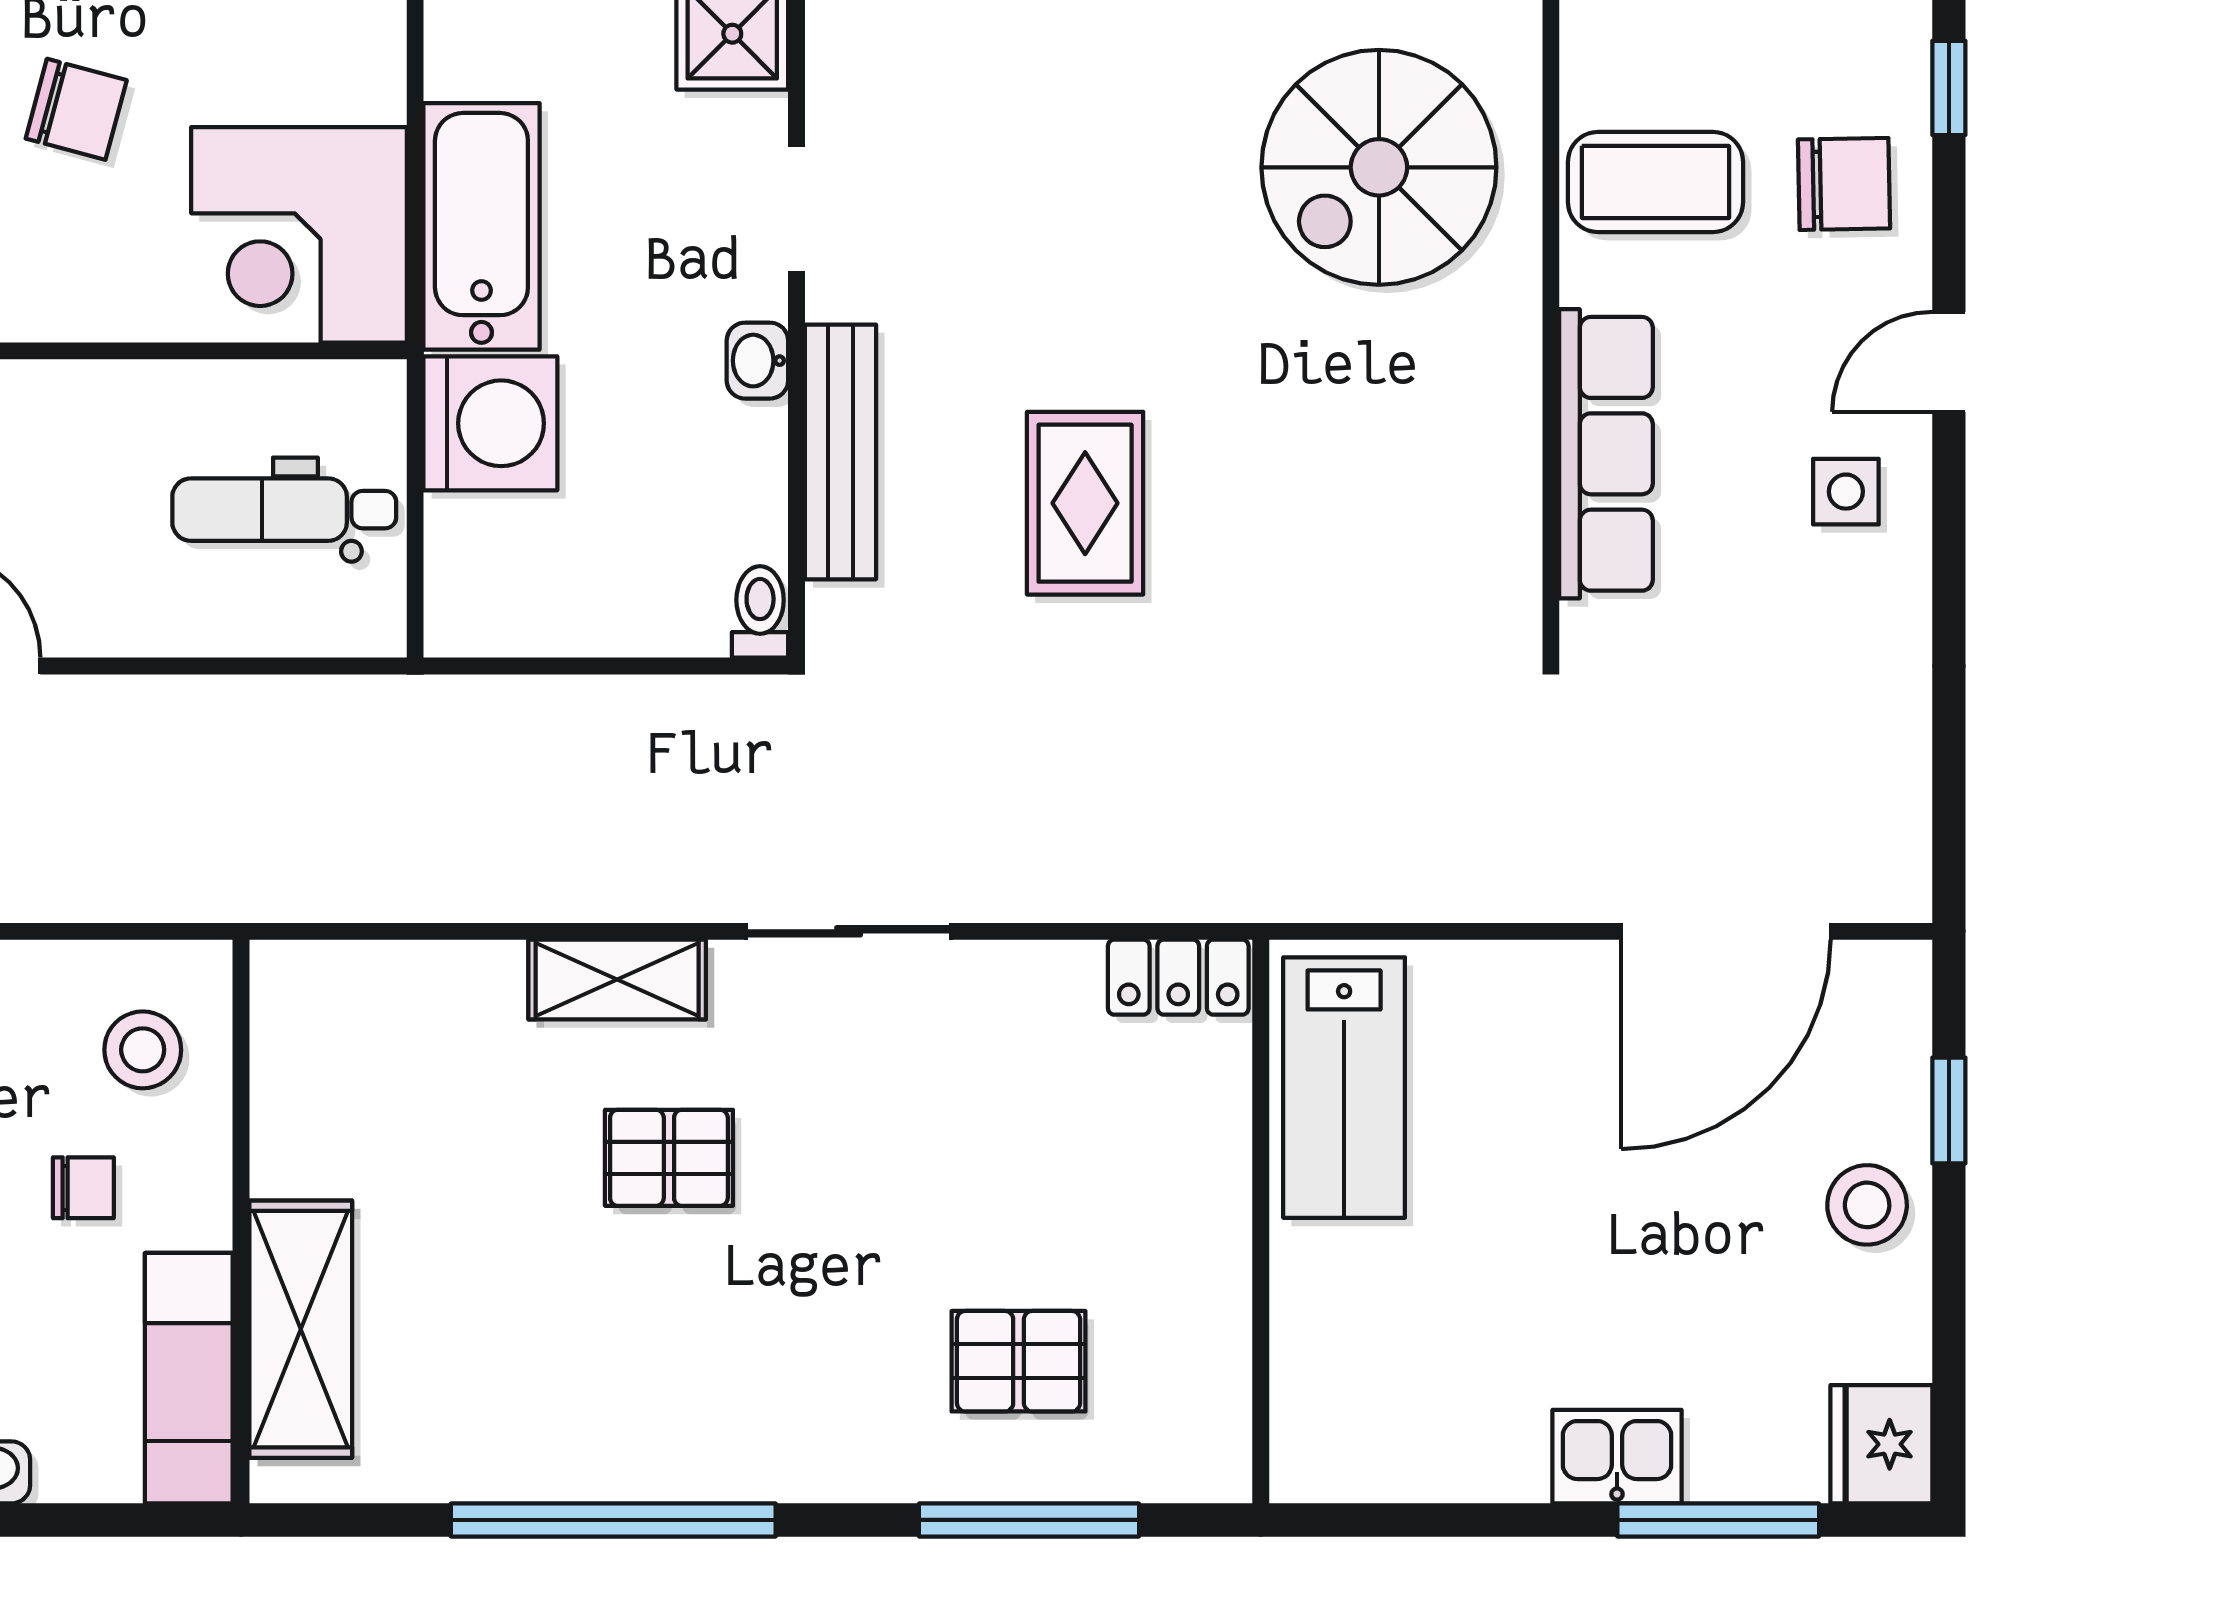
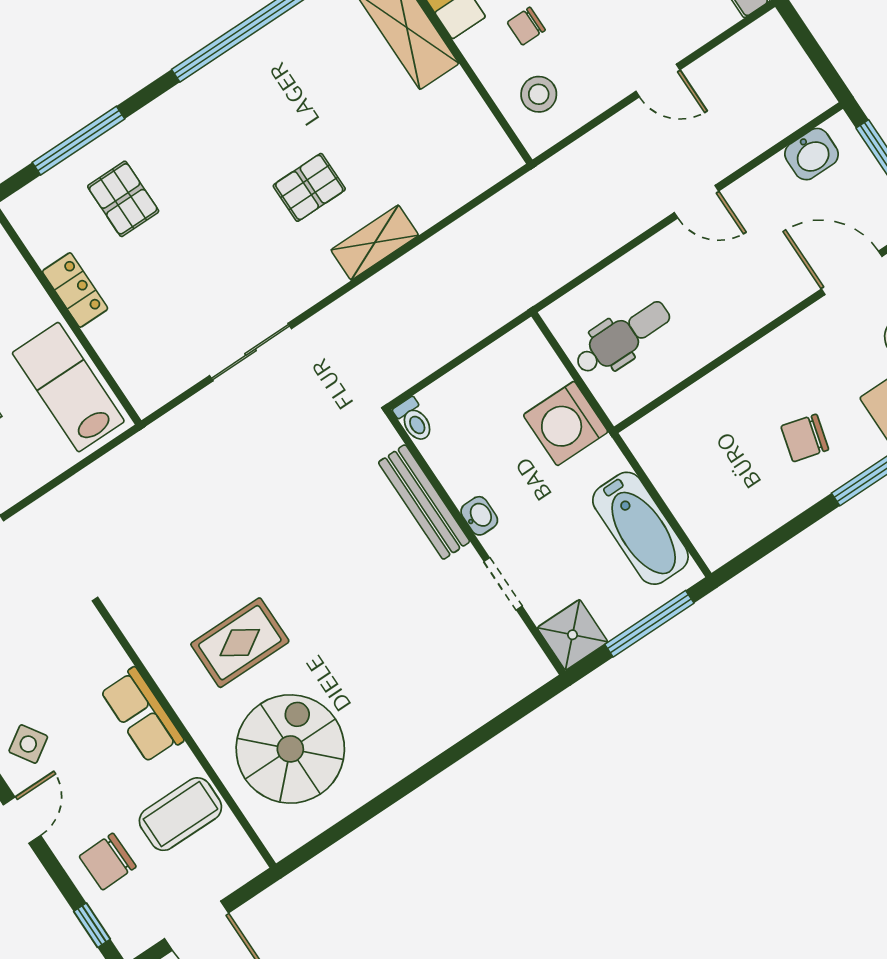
bathtub: (481, 226) -> (640, 528), moved
corner desk: (299, 235) -> (687, 447), removed
row of seats: (1606, 454) -> (142, 715), width x0.68
side table: (1846, 492) -> (28, 744), turned -33
rug: (1085, 503) -> (240, 643), moved, turned 90
sliding door: (849, 931) -> (250, 352), moved
locker: (1178, 977) -> (75, 290), moved, turned 90
pallet: (1019, 1361) -> (123, 199), turned 90

